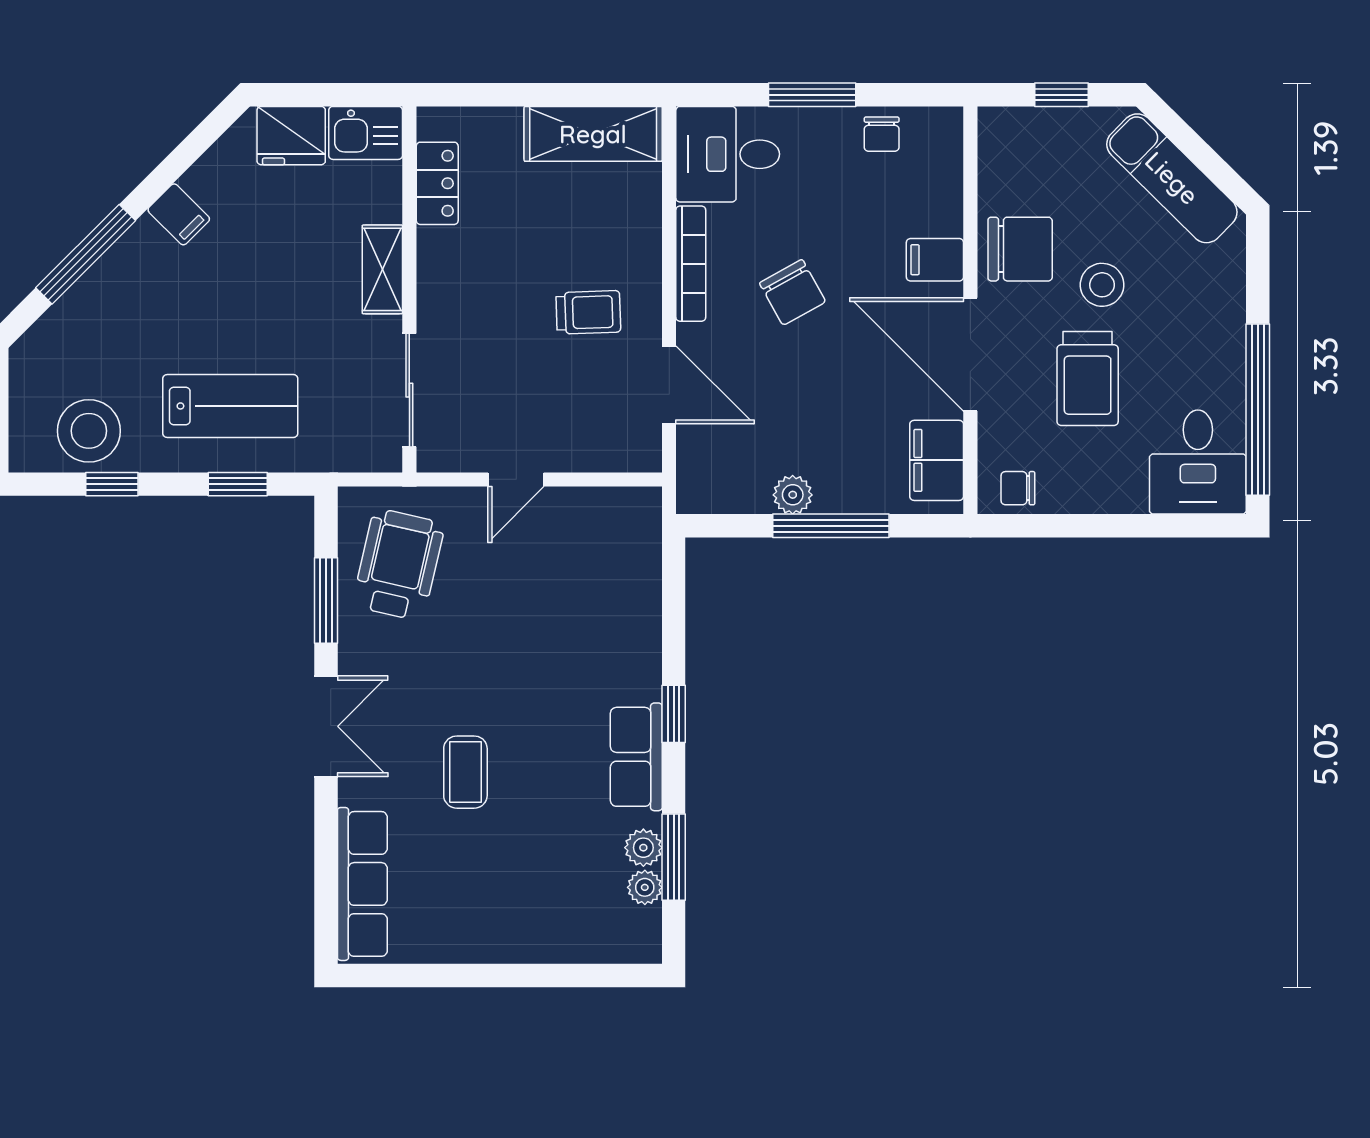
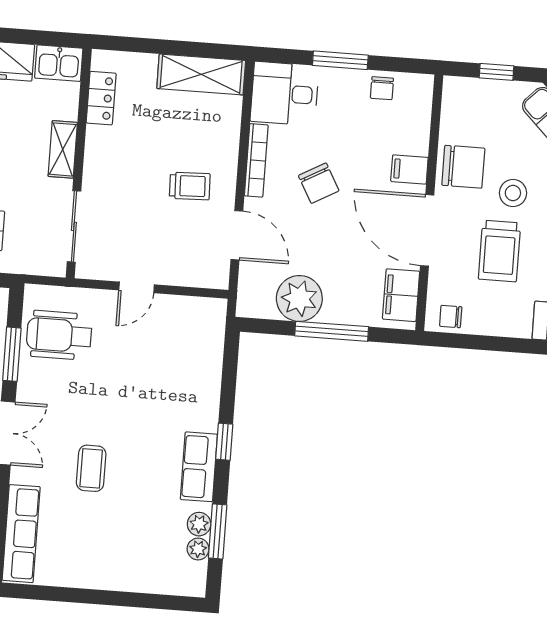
plant: (793, 495) -> (299, 298), width x1.88, depth x1.88
wheelchair: (399, 565) -> (59, 335), turned -103

